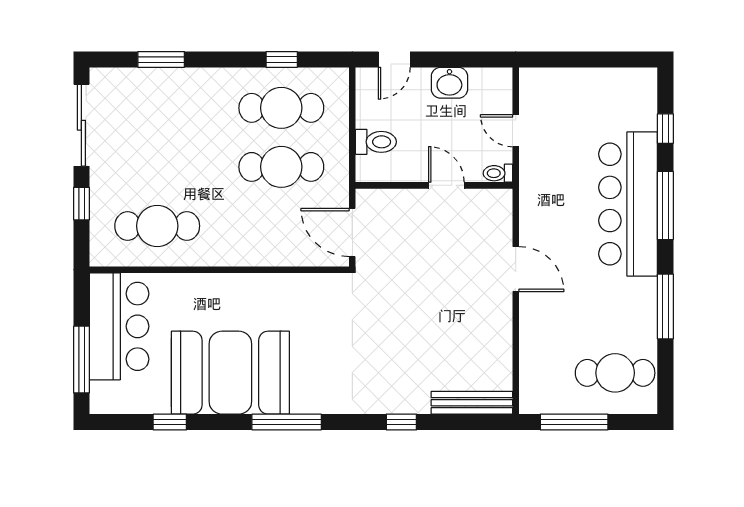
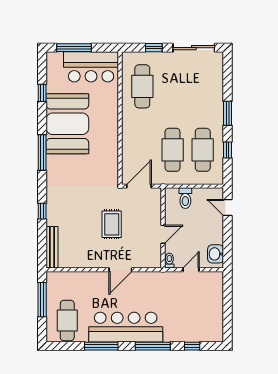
window: (161, 59) -> (228, 113), moved
washbasin: (449, 83) -> (216, 254), moved
bar counter: (628, 204) -> (126, 327), moved
rug: (427, 286) -> (112, 224), added

